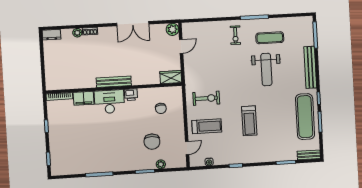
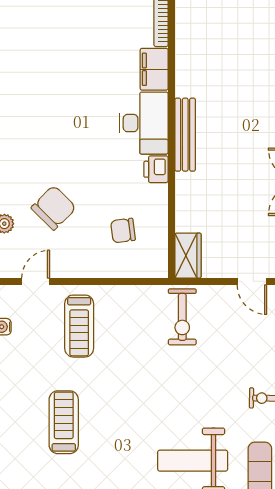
exercise bike: (206, 98) -> (182, 317), moved
treadmill: (249, 121) -> (64, 422), moved, turned 90
chair: (152, 142) -> (54, 208), turned 135
door: (187, 148) -> (36, 281), swing flipped

